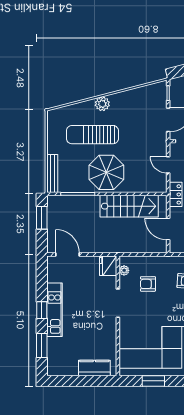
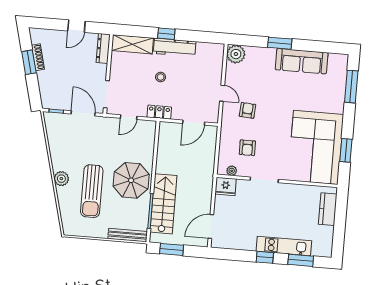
stairs: (129, 206) -> (163, 204), moved
kitchen unit: (54, 310) -> (284, 246), moved

